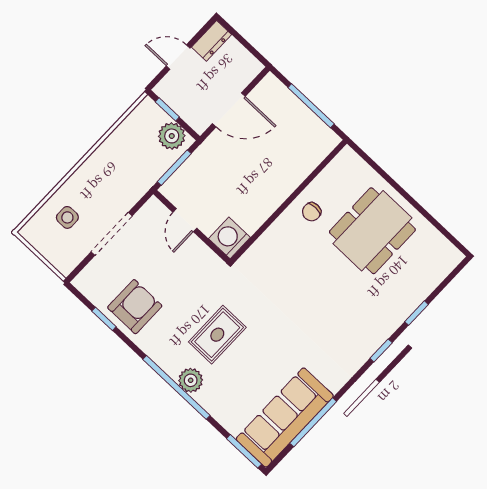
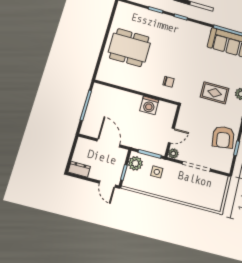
door: (178, 57) -> (107, 184), moved
plant: (154, 207) -> (173, 154), added
chair: (312, 212) -> (168, 82), moved
side table: (67, 217) -> (157, 172), moved
washing machine: (229, 238) -> (149, 105), moved
armchair: (135, 307) -> (223, 137), turned -98

